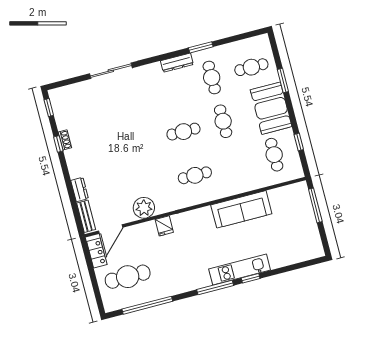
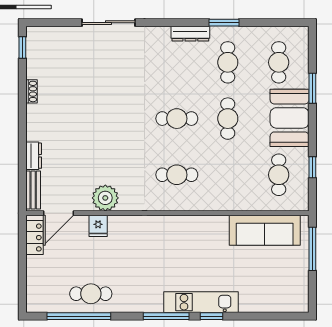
cafe table: (251, 67) -> (279, 62), turned 90
window: (58, 144) -> (22, 94), removed
sofa: (241, 209) -> (265, 230), moved
fridge: (164, 226) -> (98, 226), moved
cafe table: (128, 277) -> (91, 294), moved, width x0.73, depth x0.74

